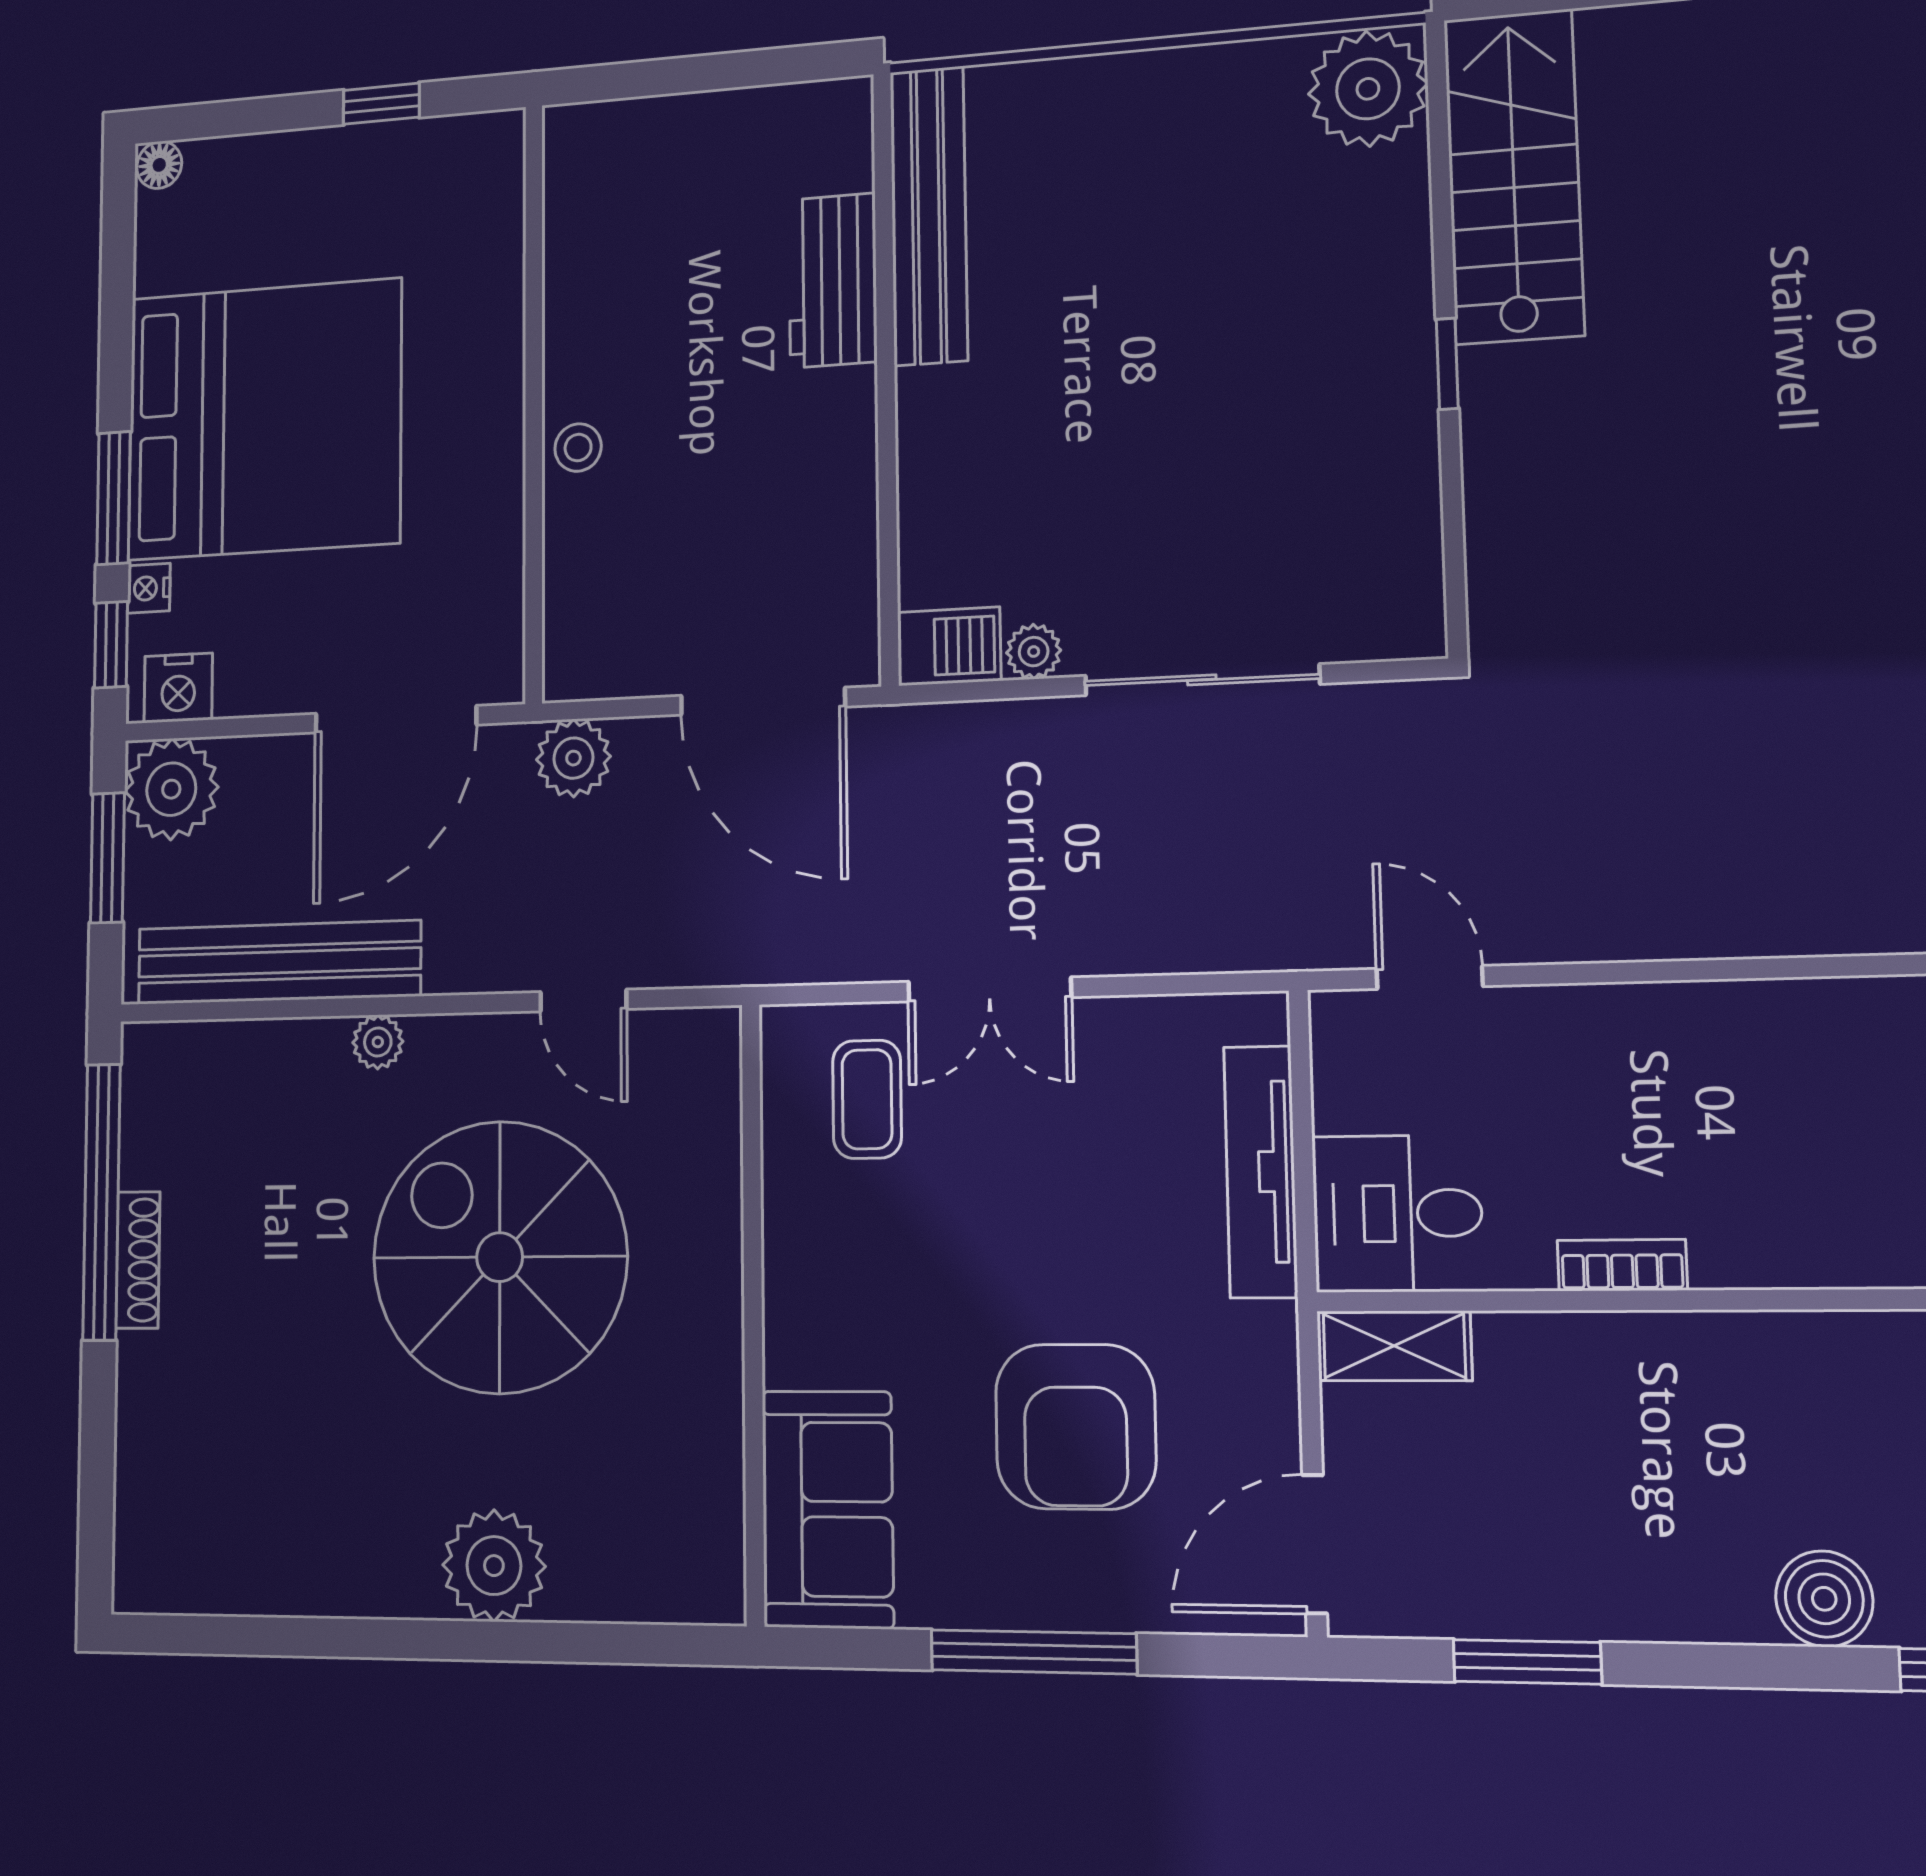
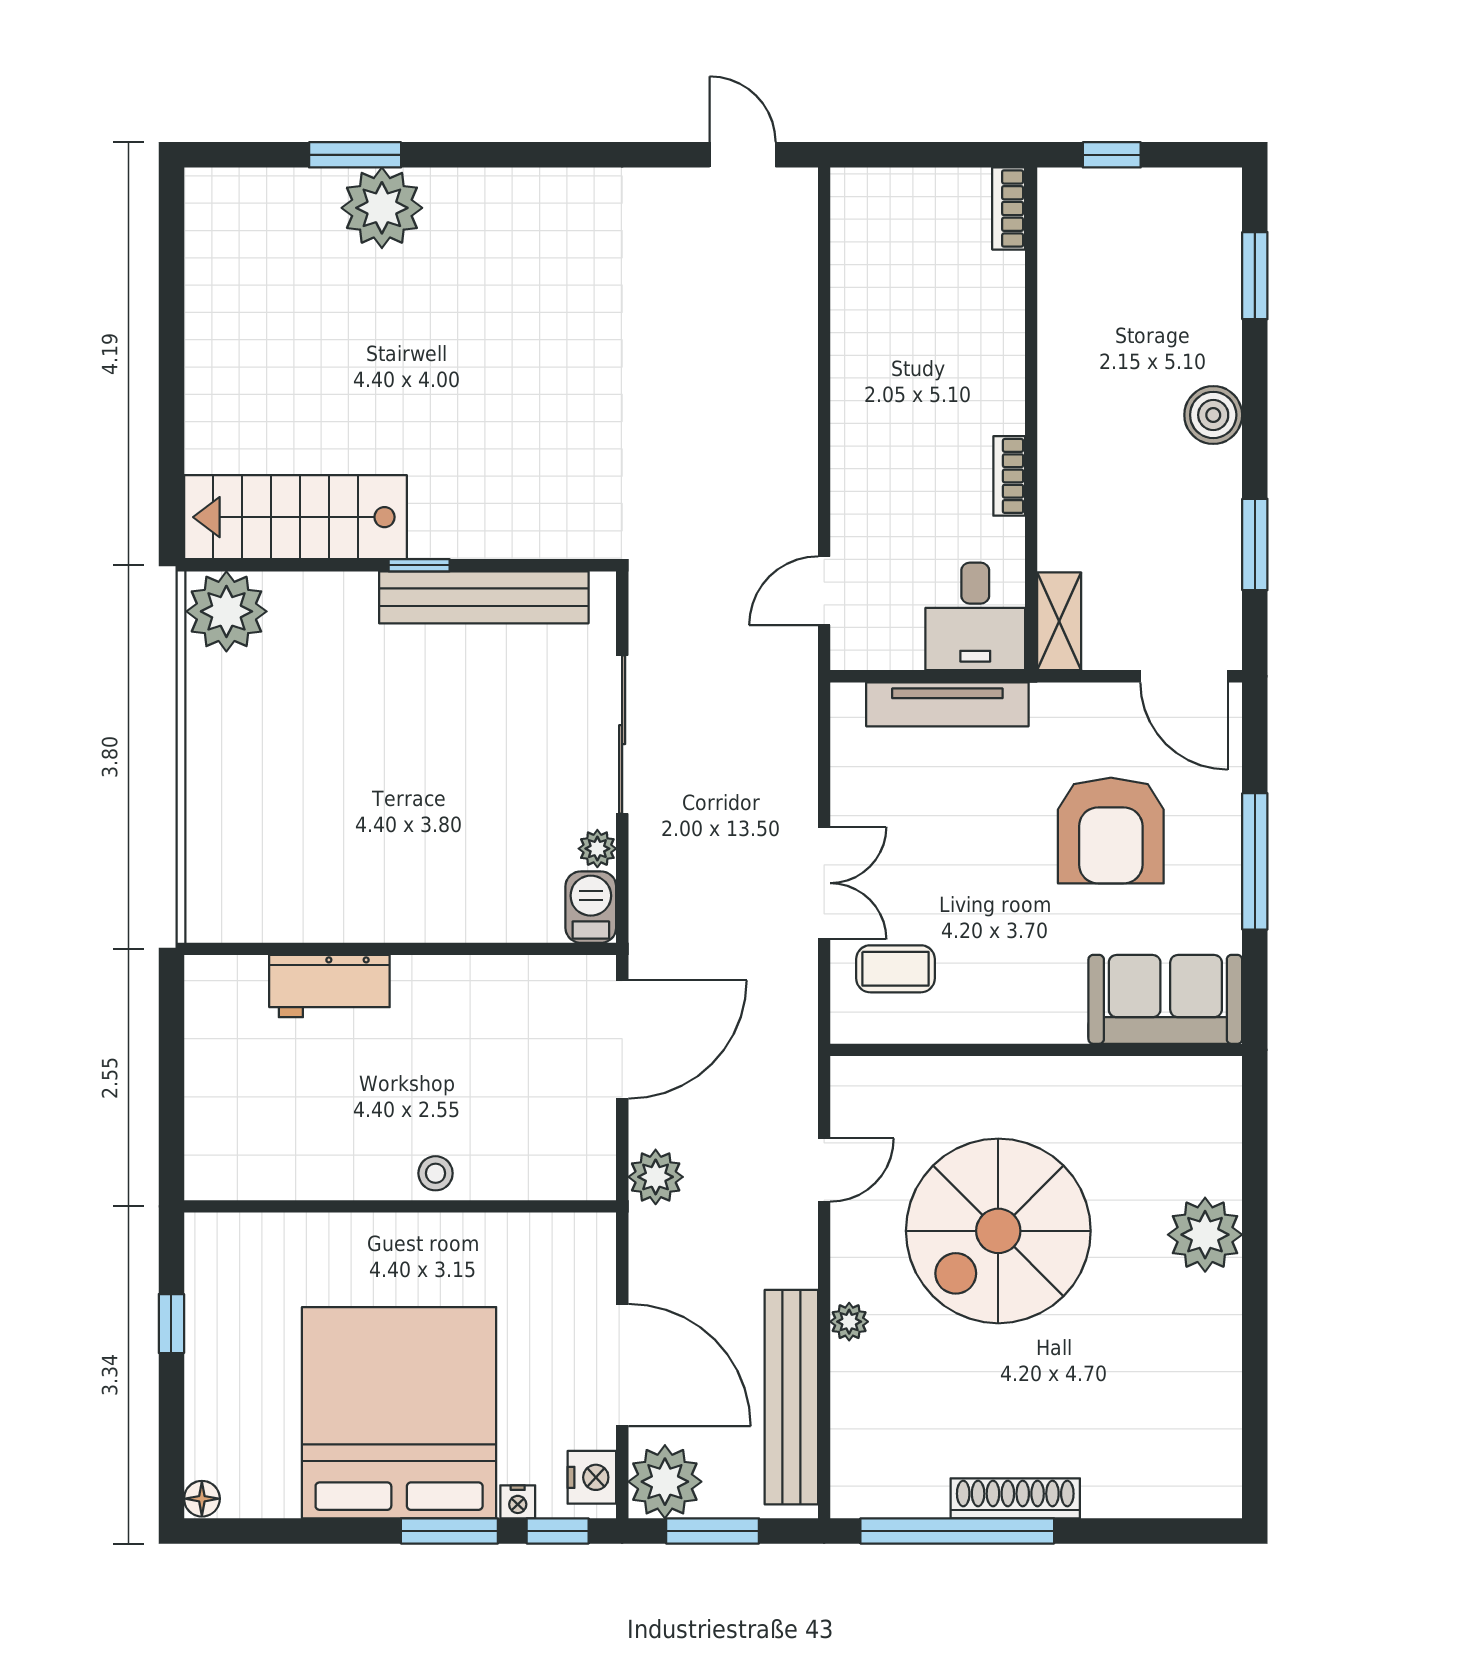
bench: (929, 216) -> (484, 597), moved
door: (396, 719) -> (622, 1365), moved
shoe rack: (138, 1260) -> (1015, 1498), width x1.36, depth x1.24
armchair: (1075, 1427) -> (1111, 831), turned 90
boiler: (1824, 1599) -> (1213, 415), moved

